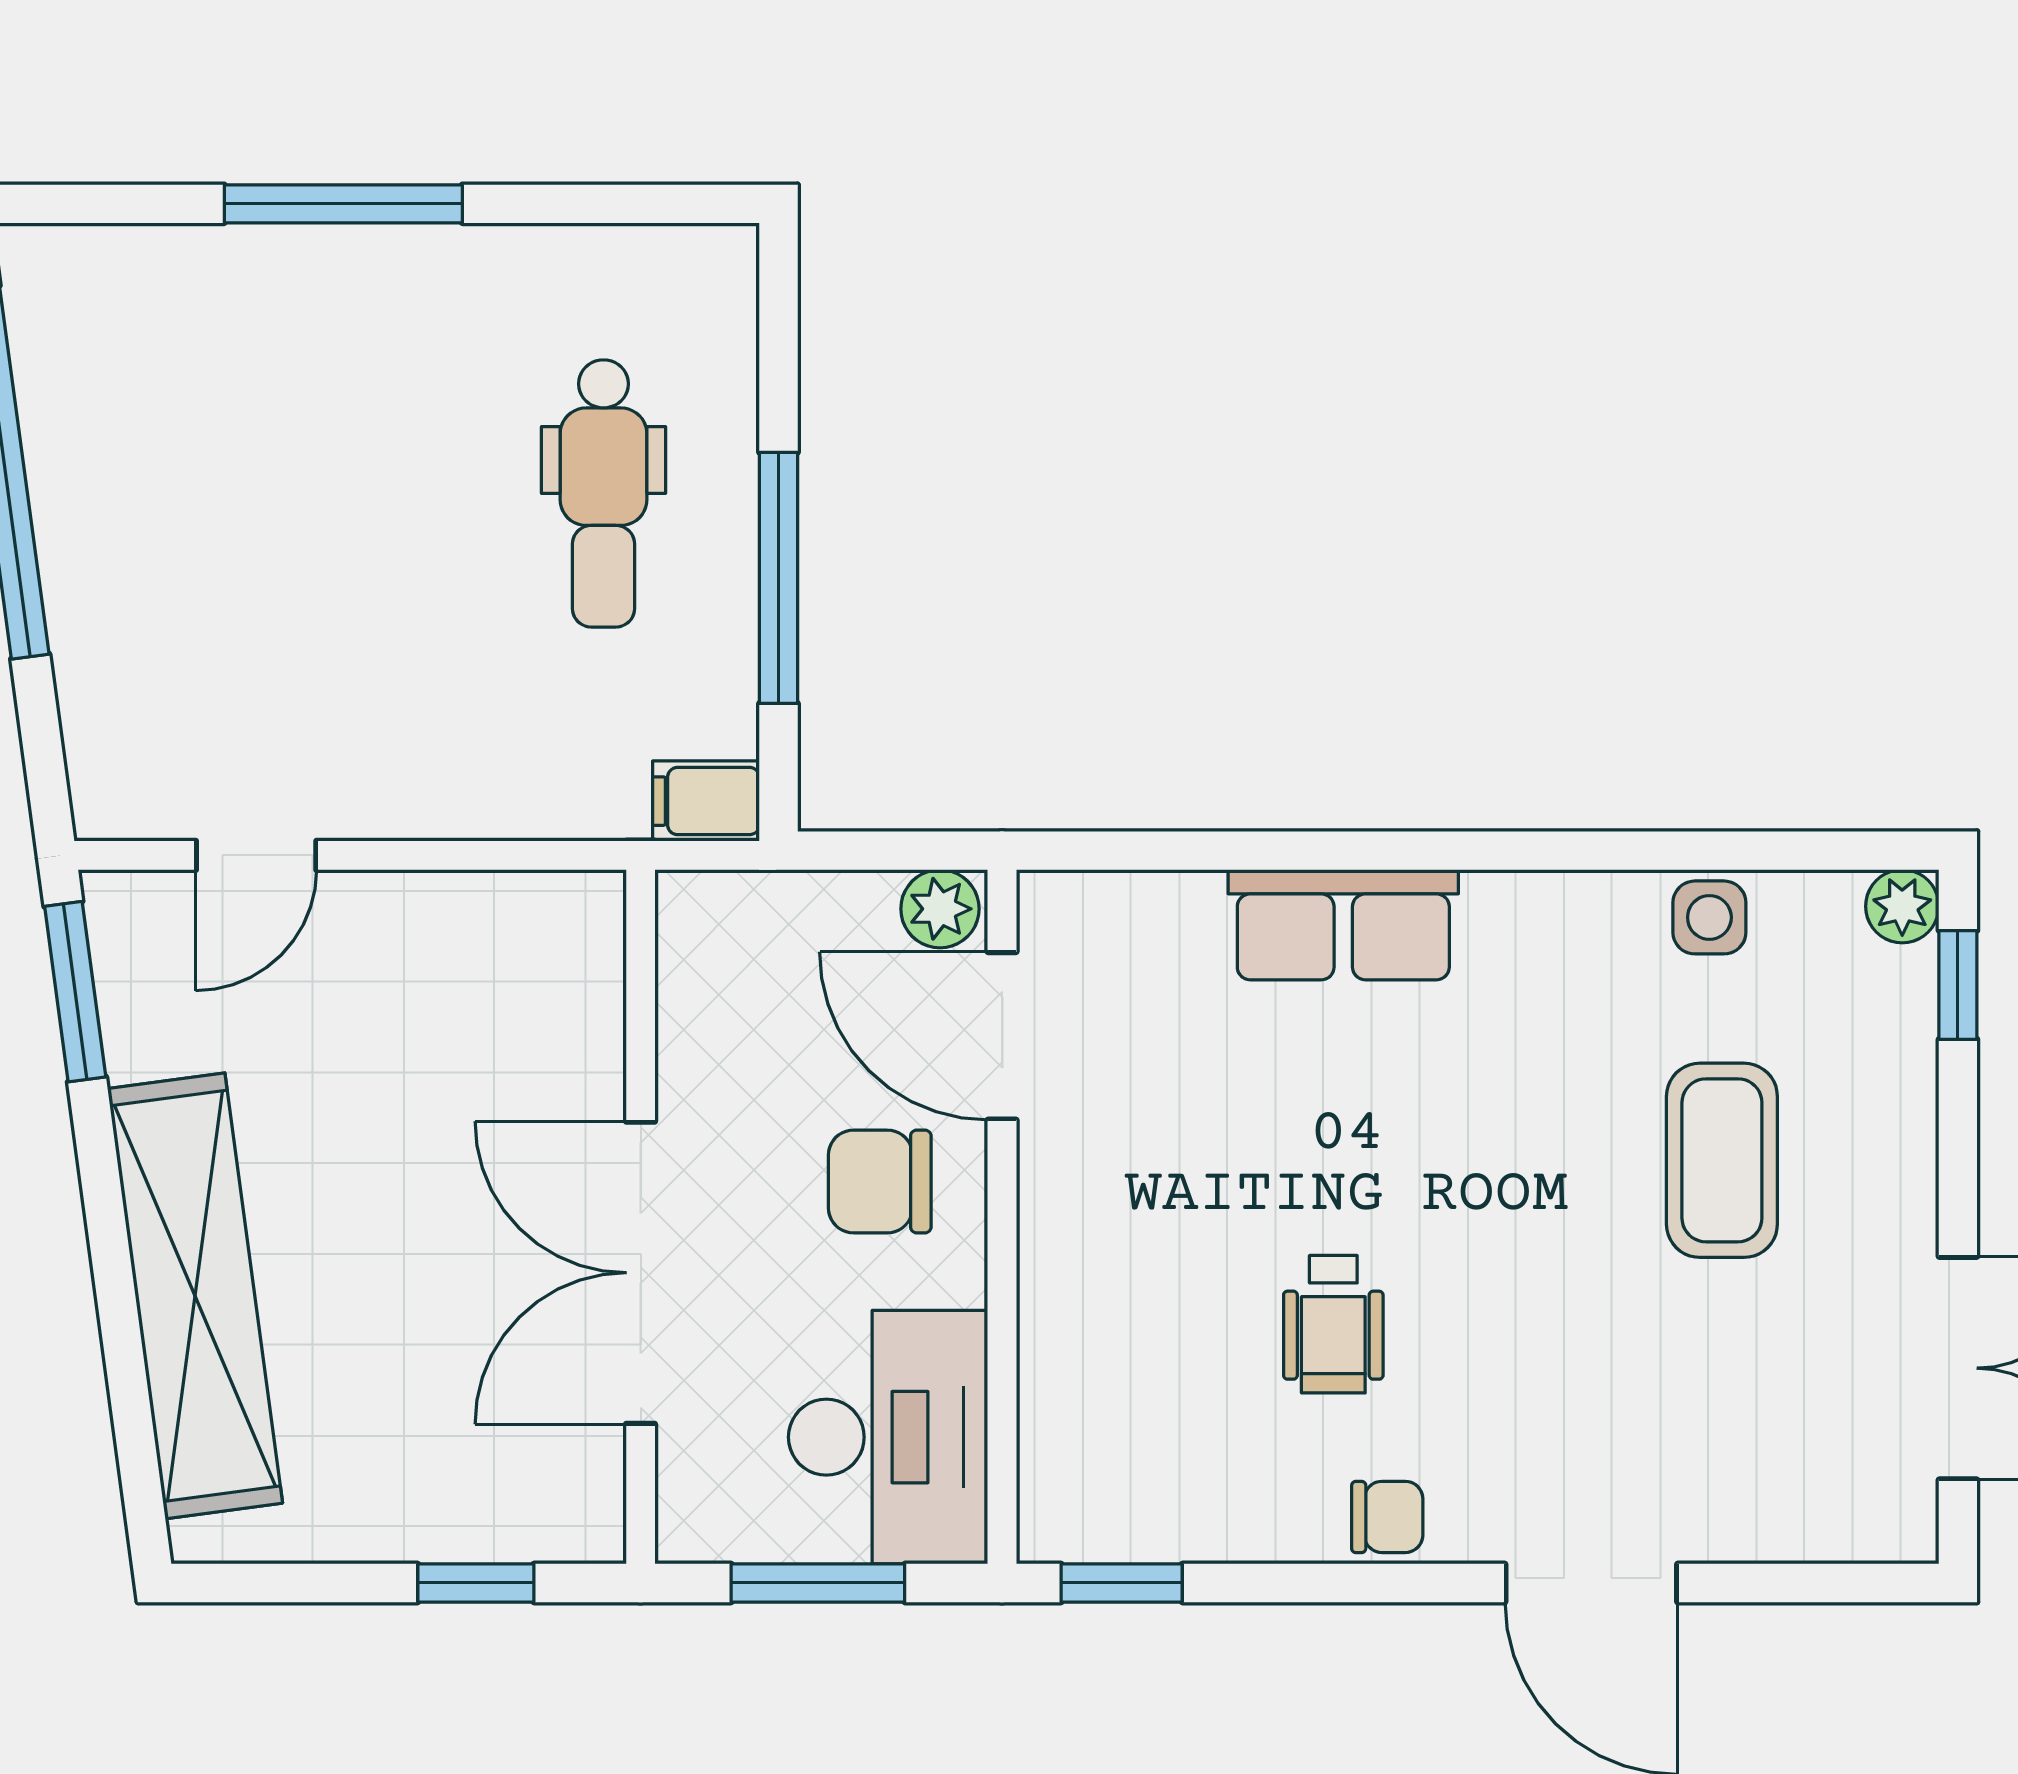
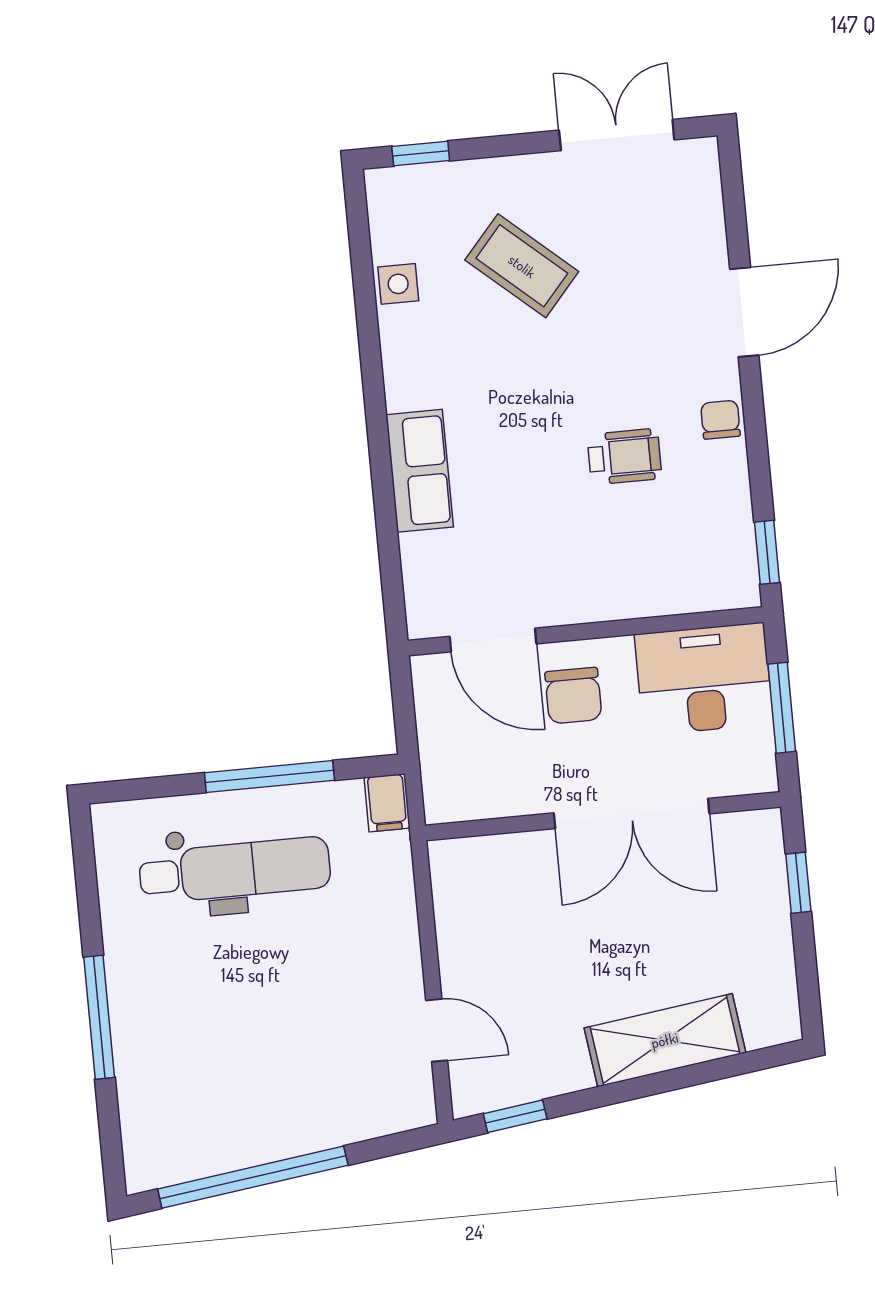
dental chair: (604, 493) -> (235, 870), width x1.36, depth x1.38
plant: (1902, 906) -> (383, 186), removed
plant: (940, 909) -> (431, 678), removed
window: (75, 992) -> (515, 1116), width x0.67
door: (1002, 1036) -> (493, 640), hinge flipped
coffee table: (1722, 1160) -> (522, 266), turned 41
shelving: (195, 1296) -> (665, 1040), width x0.68

